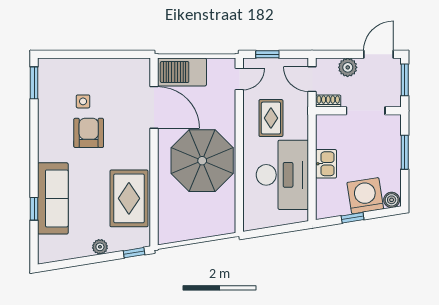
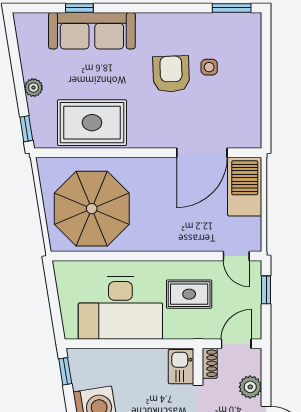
armchair: (89, 133) -> (171, 74), turned -92
parasol: (202, 161) -> (92, 209), moved
kitchen sink: (326, 164) -> (181, 367), moved, turned 90
window: (353, 218) -> (65, 371), moved

